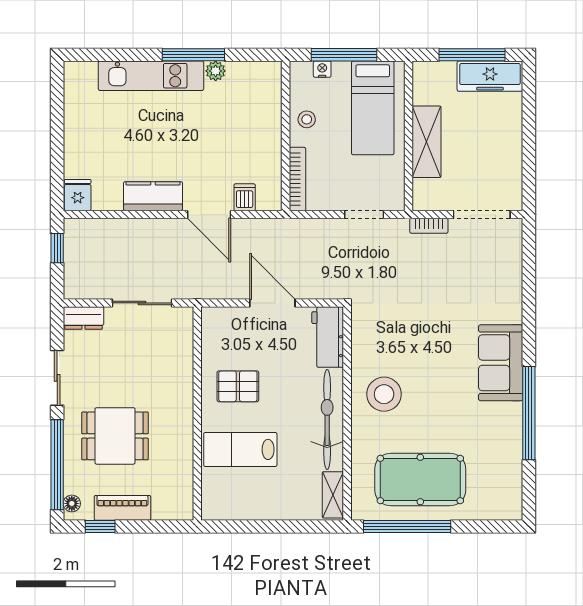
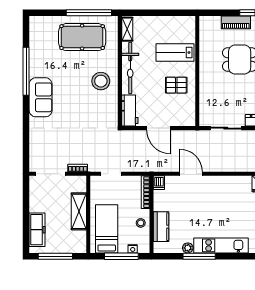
freezer: (490, 76) -> (37, 230), moved, turned 90
kitchen counter: (153, 196) -> (161, 227), moved, turned -90
dishwasher: (245, 197) -> (159, 183), moved
lab bench: (240, 449) -> (175, 53), turned 180

